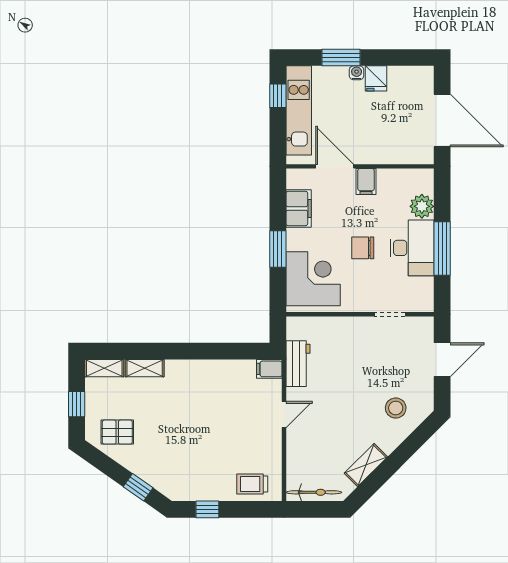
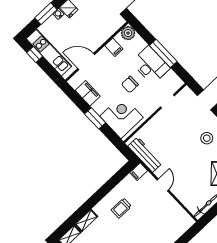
filing cabinet: (366, 181) -> (114, 47), moved
plant: (422, 206) -> (128, 33), moved
workbench: (298, 364) -> (145, 155), width x1.37
trolley: (252, 484) -> (121, 208), moved

